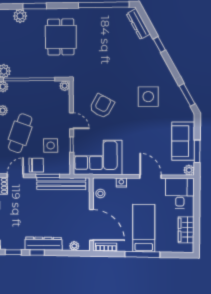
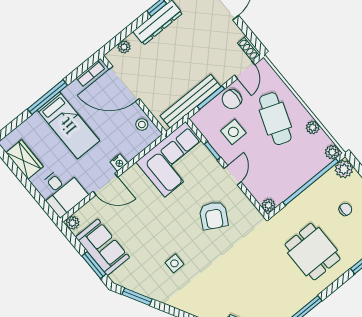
chair: (22, 47) -> (345, 209), added
side table: (148, 97) -> (174, 263), width x0.54, depth x0.54
door: (72, 121) -> (232, 175), swing flipped
window: (197, 151) -> (94, 265), moved
nightstand: (121, 183) -> (119, 163), moved

